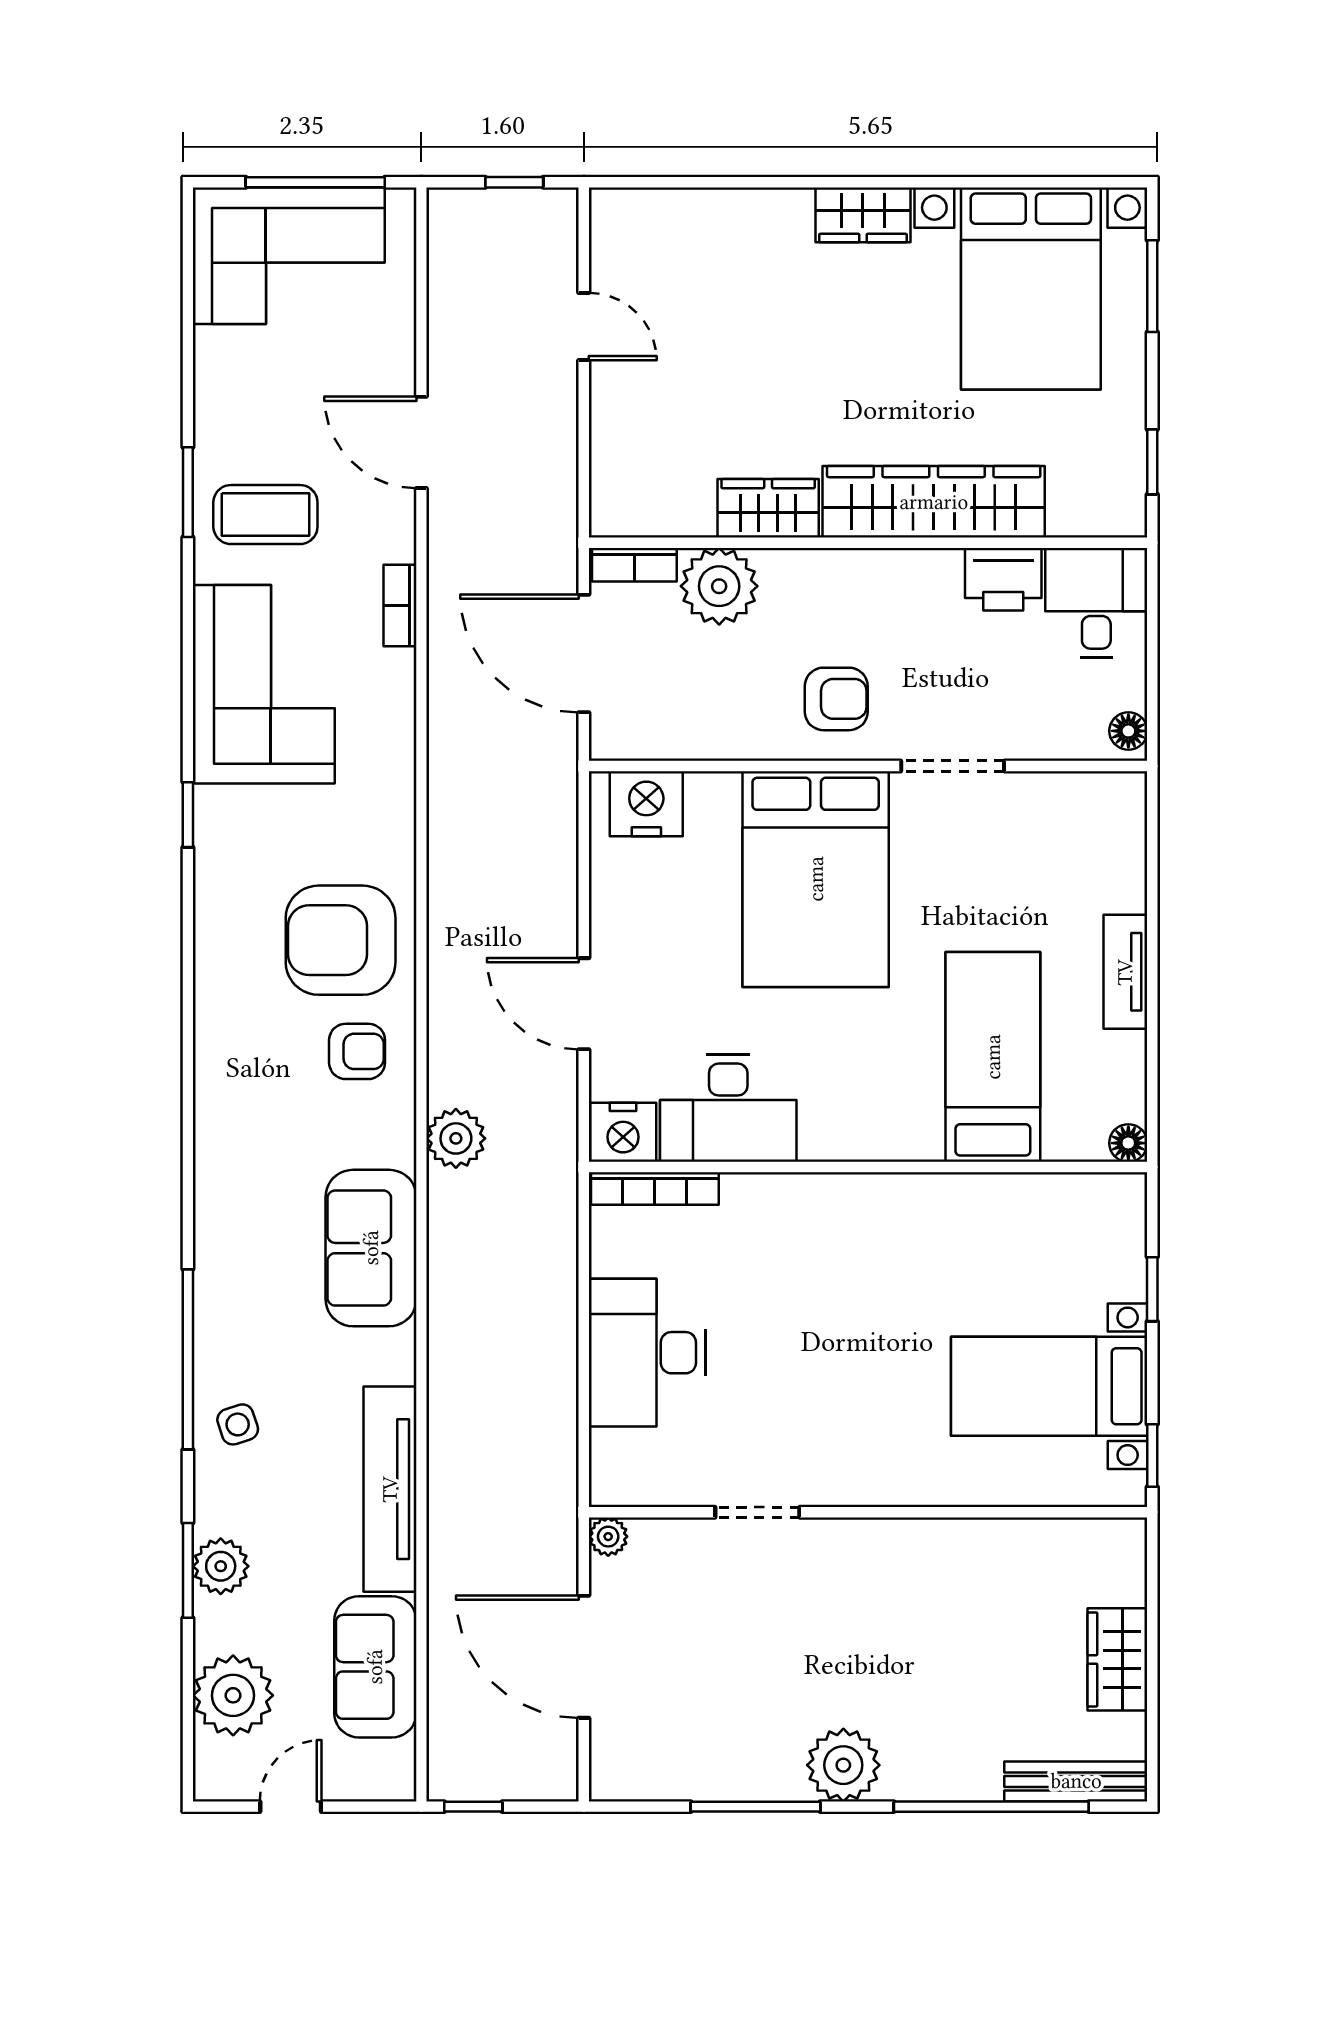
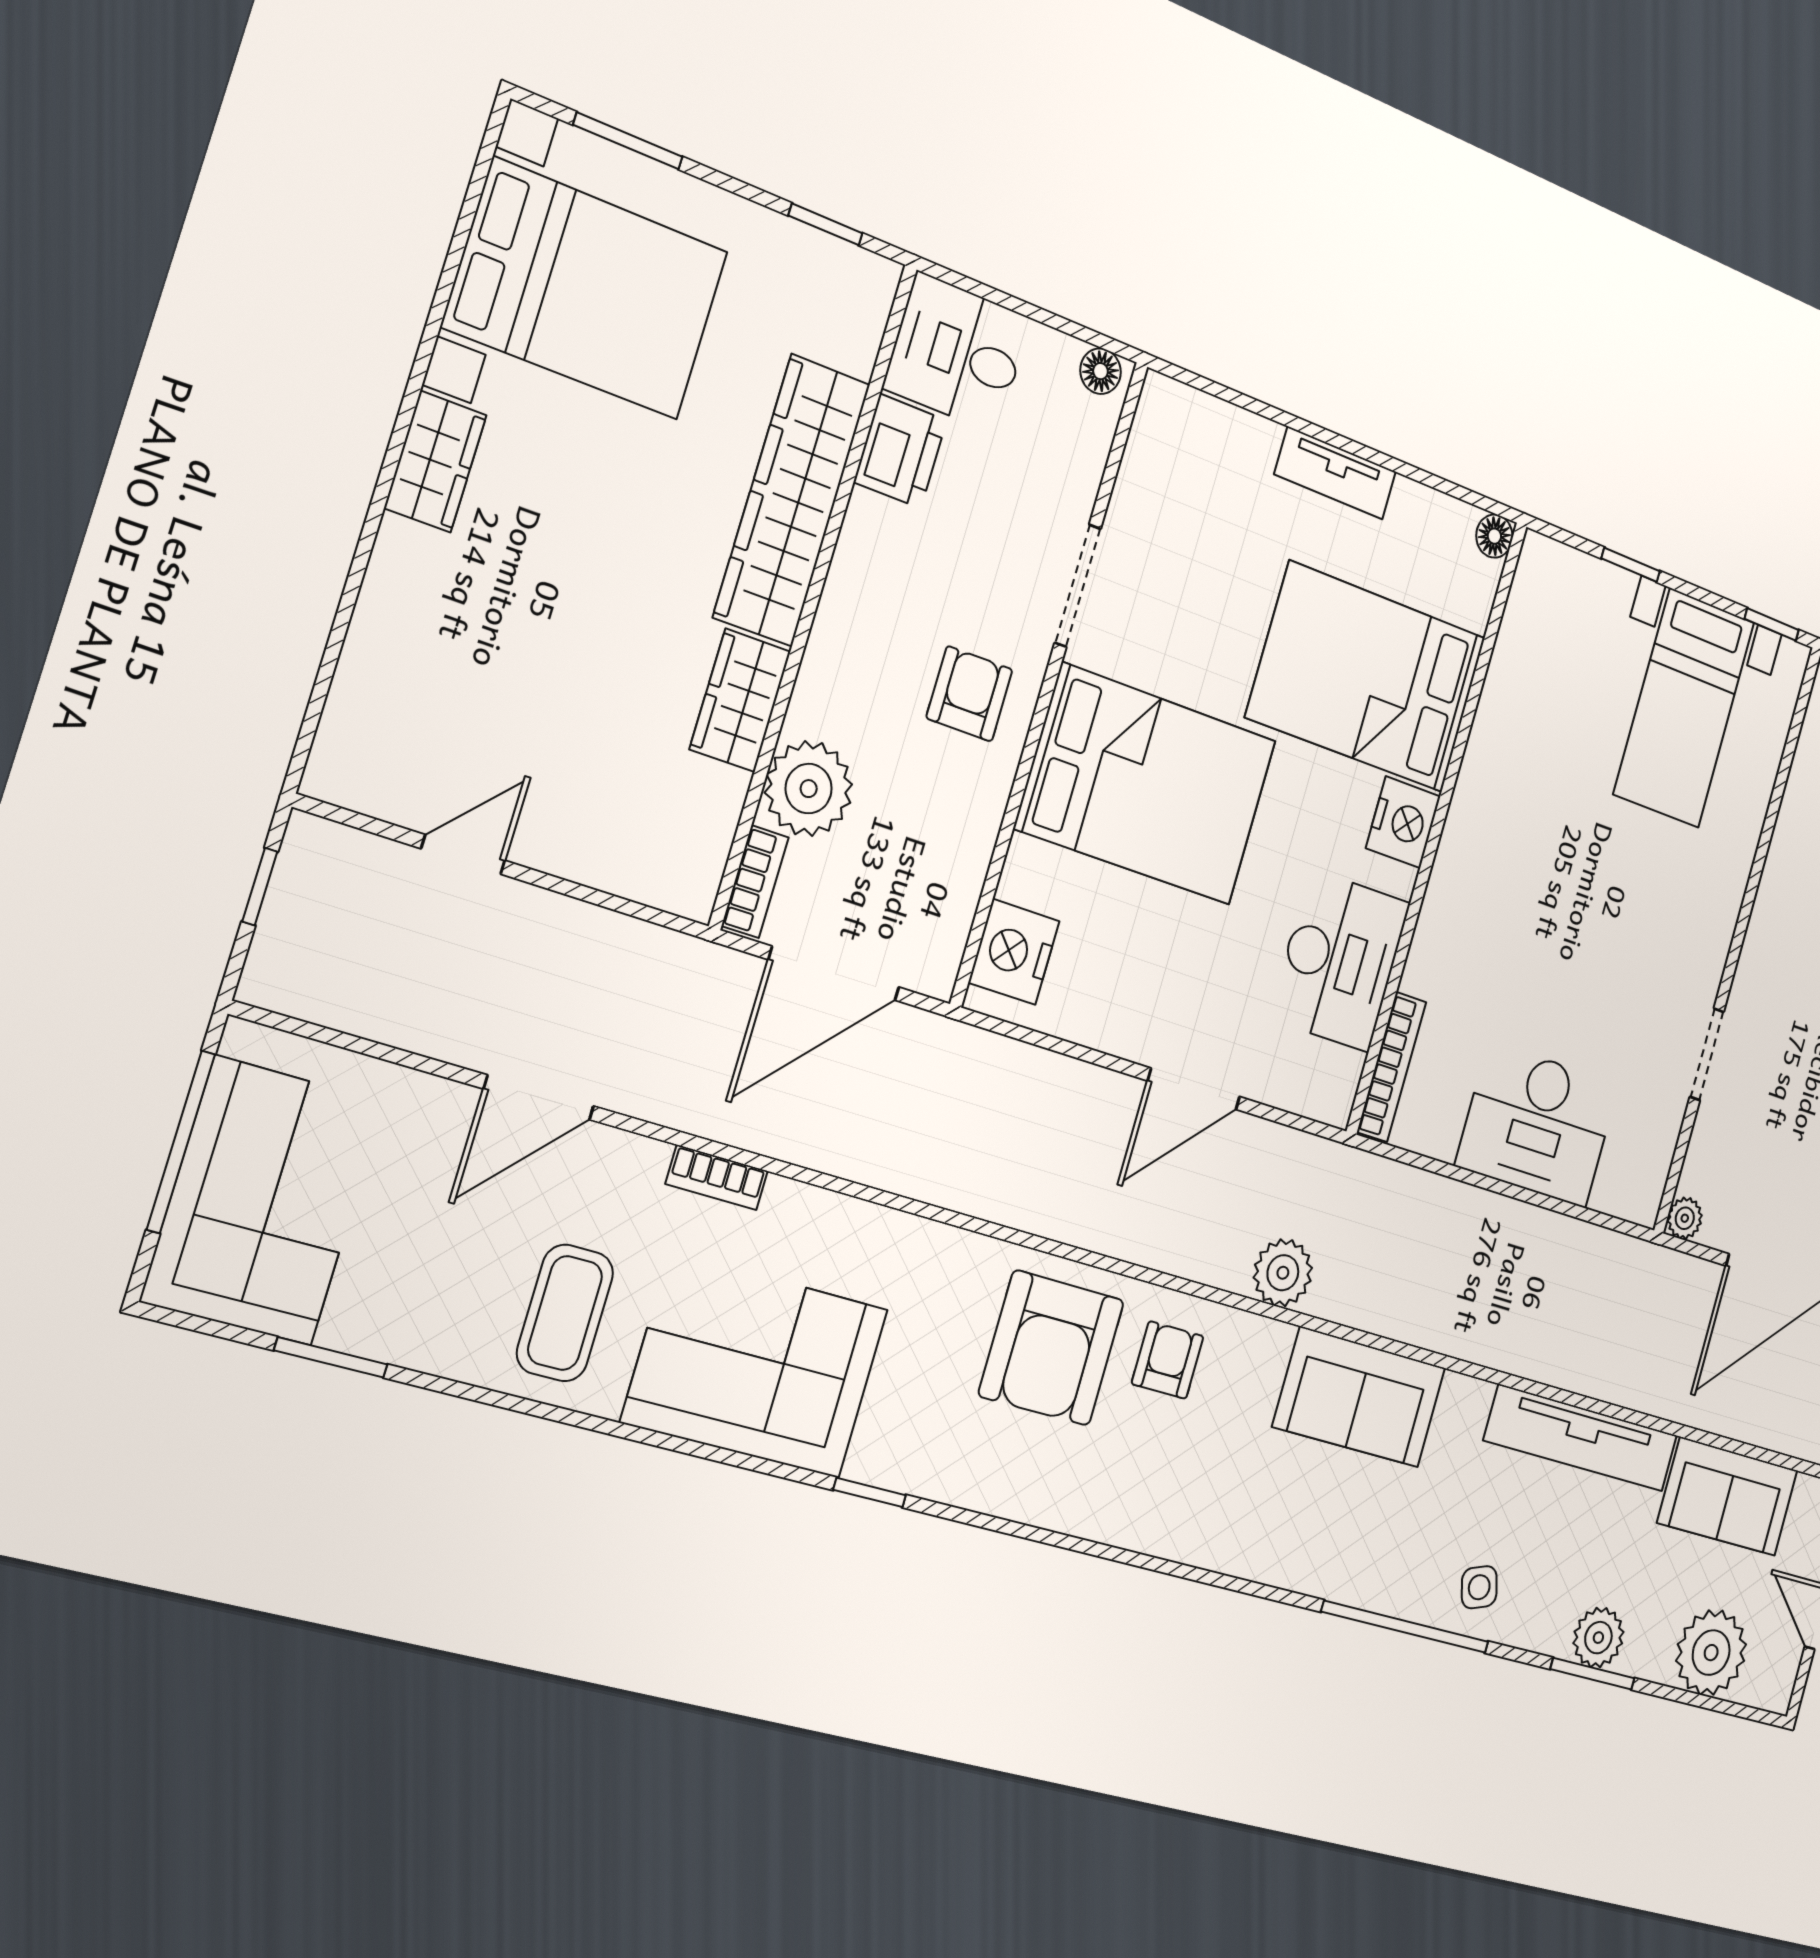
window: (188, 492) -> (331, 1357), moved
bed: (993, 1057) -> (1367, 677), width x1.50
nightstand: (623, 1132) -> (1403, 822), moved

